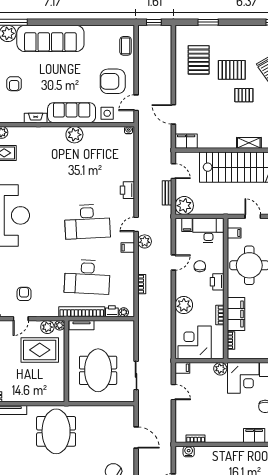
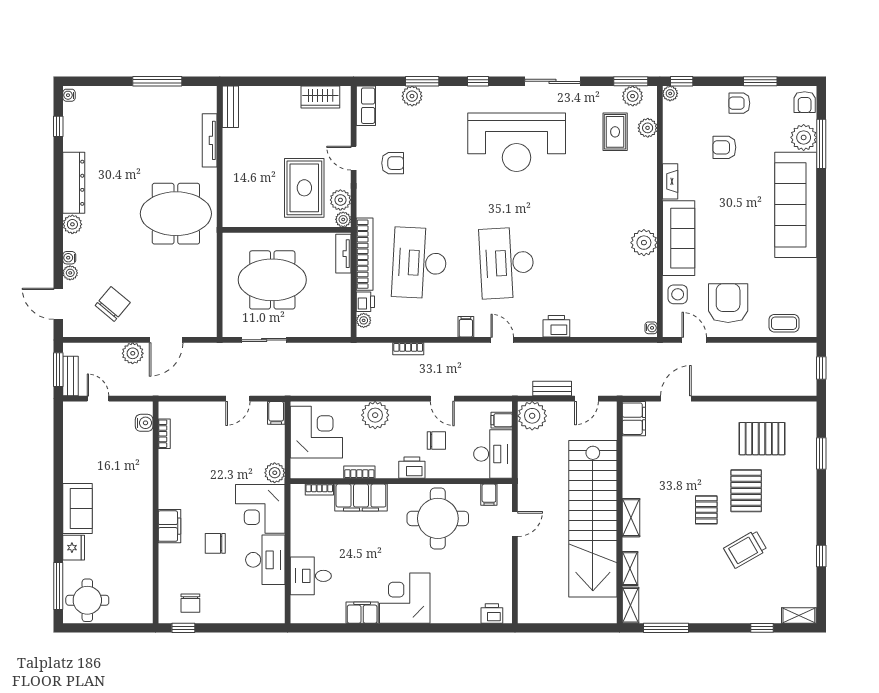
plant: (145, 241) -> (133, 353), moved

